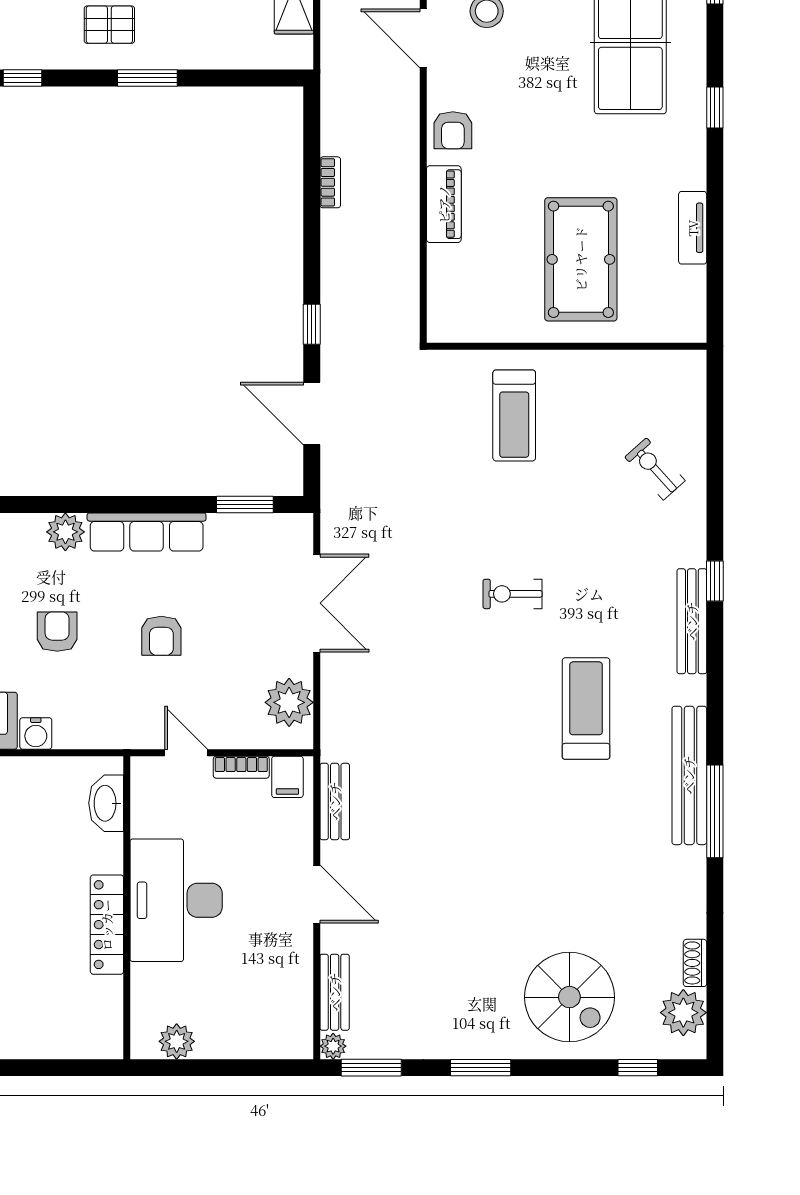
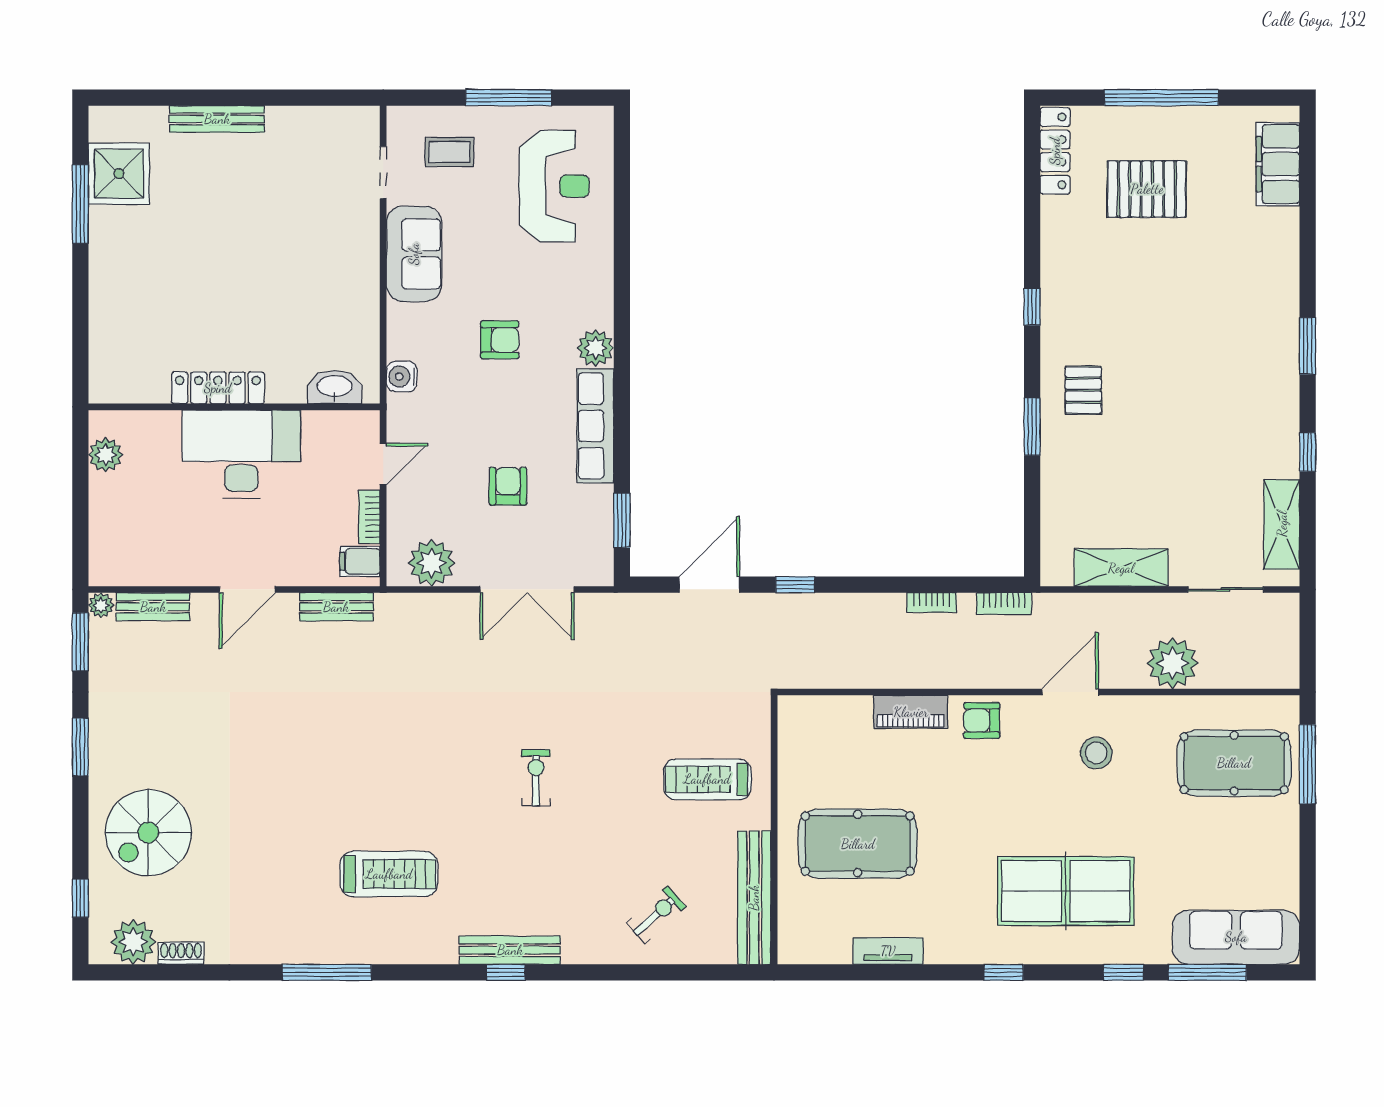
bookcase: (331, 107) -> (1004, 604), added
window: (715, 581) -> (506, 972), moved
armchair: (161, 636) -> (508, 486), moved, turned 90
treadmill: (586, 709) -> (389, 874), moved
water cooler: (36, 733) -> (402, 377), moved
bench: (689, 775) -> (754, 898), moved, turned 90

